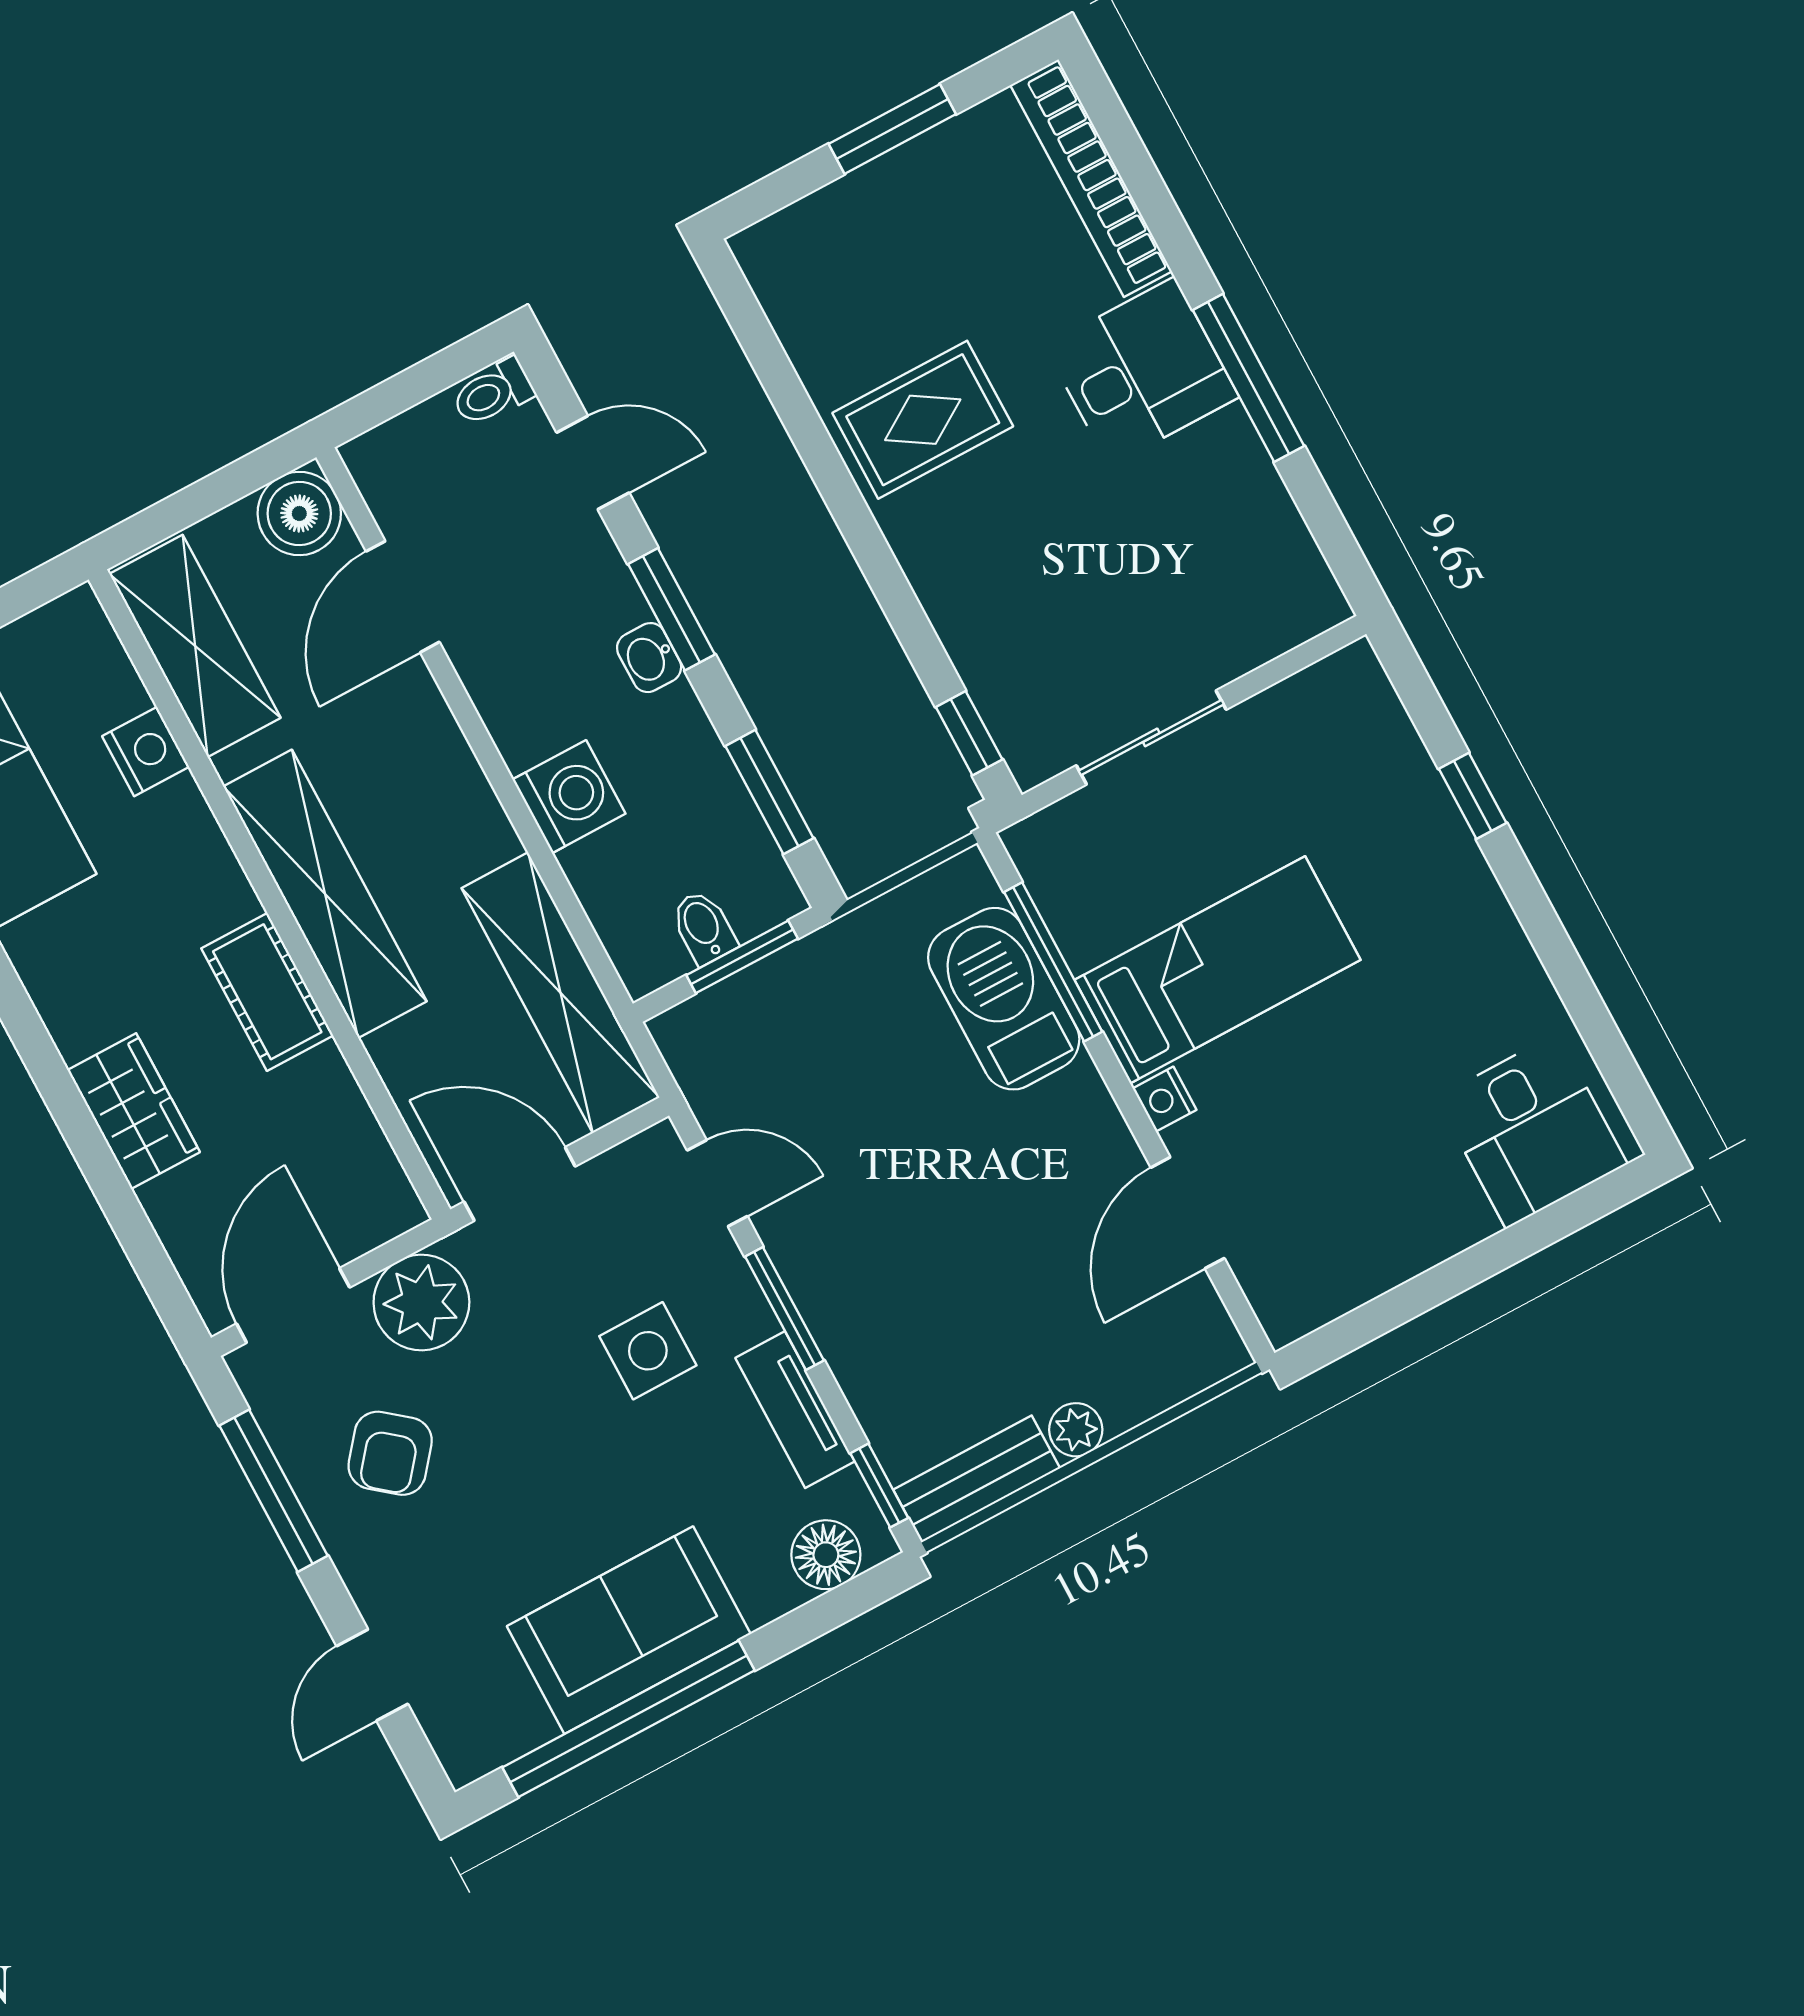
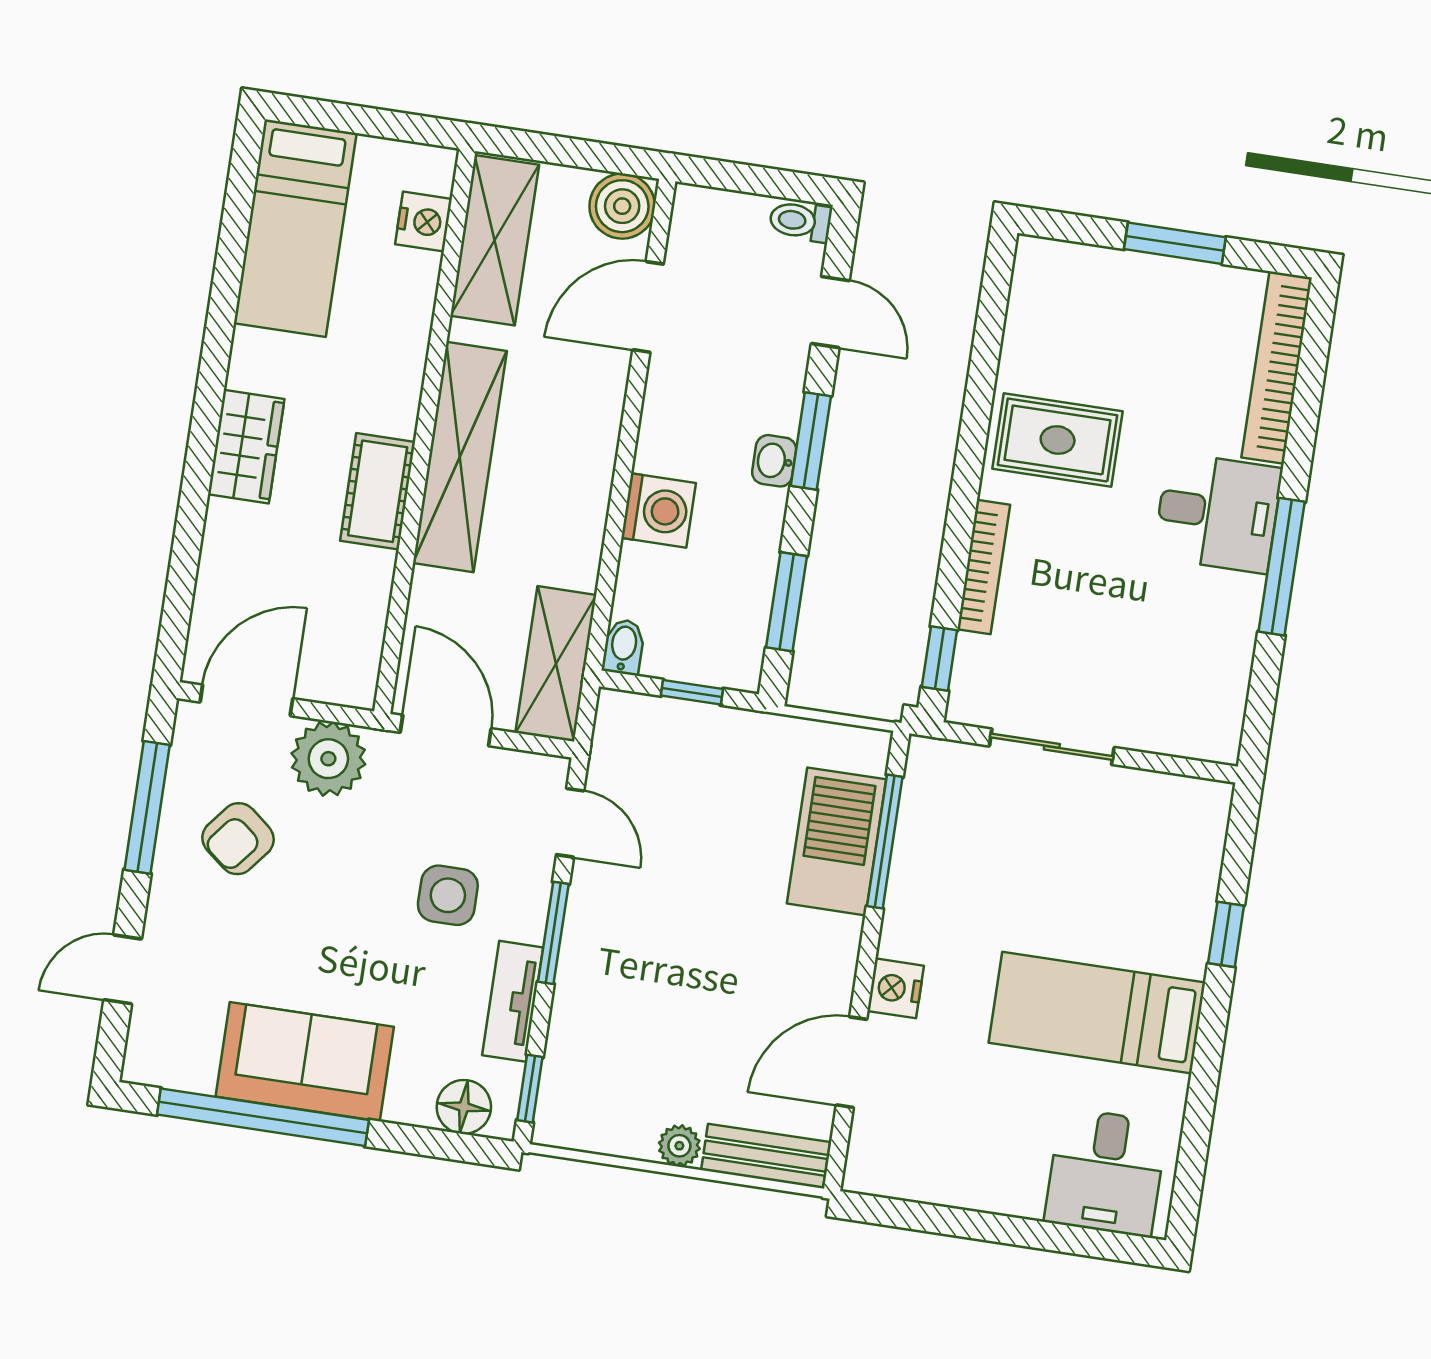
bookcase: (944, 606) -> (984, 567), added
nightstand: (146, 751) -> (423, 222), moved
bidet: (703, 927) -> (624, 647), moved
window: (742, 957) -> (692, 692), width x0.67
bed: (1217, 970) -> (1097, 1013), moved, turned 180
shelving: (560, 993) -> (556, 664), width x0.68
nightstand: (1165, 1099) -> (896, 988), width x1.39, depth x1.35
wardrobe: (134, 1111) -> (246, 447), moved
bench: (977, 1479) -> (766, 1156), moved

